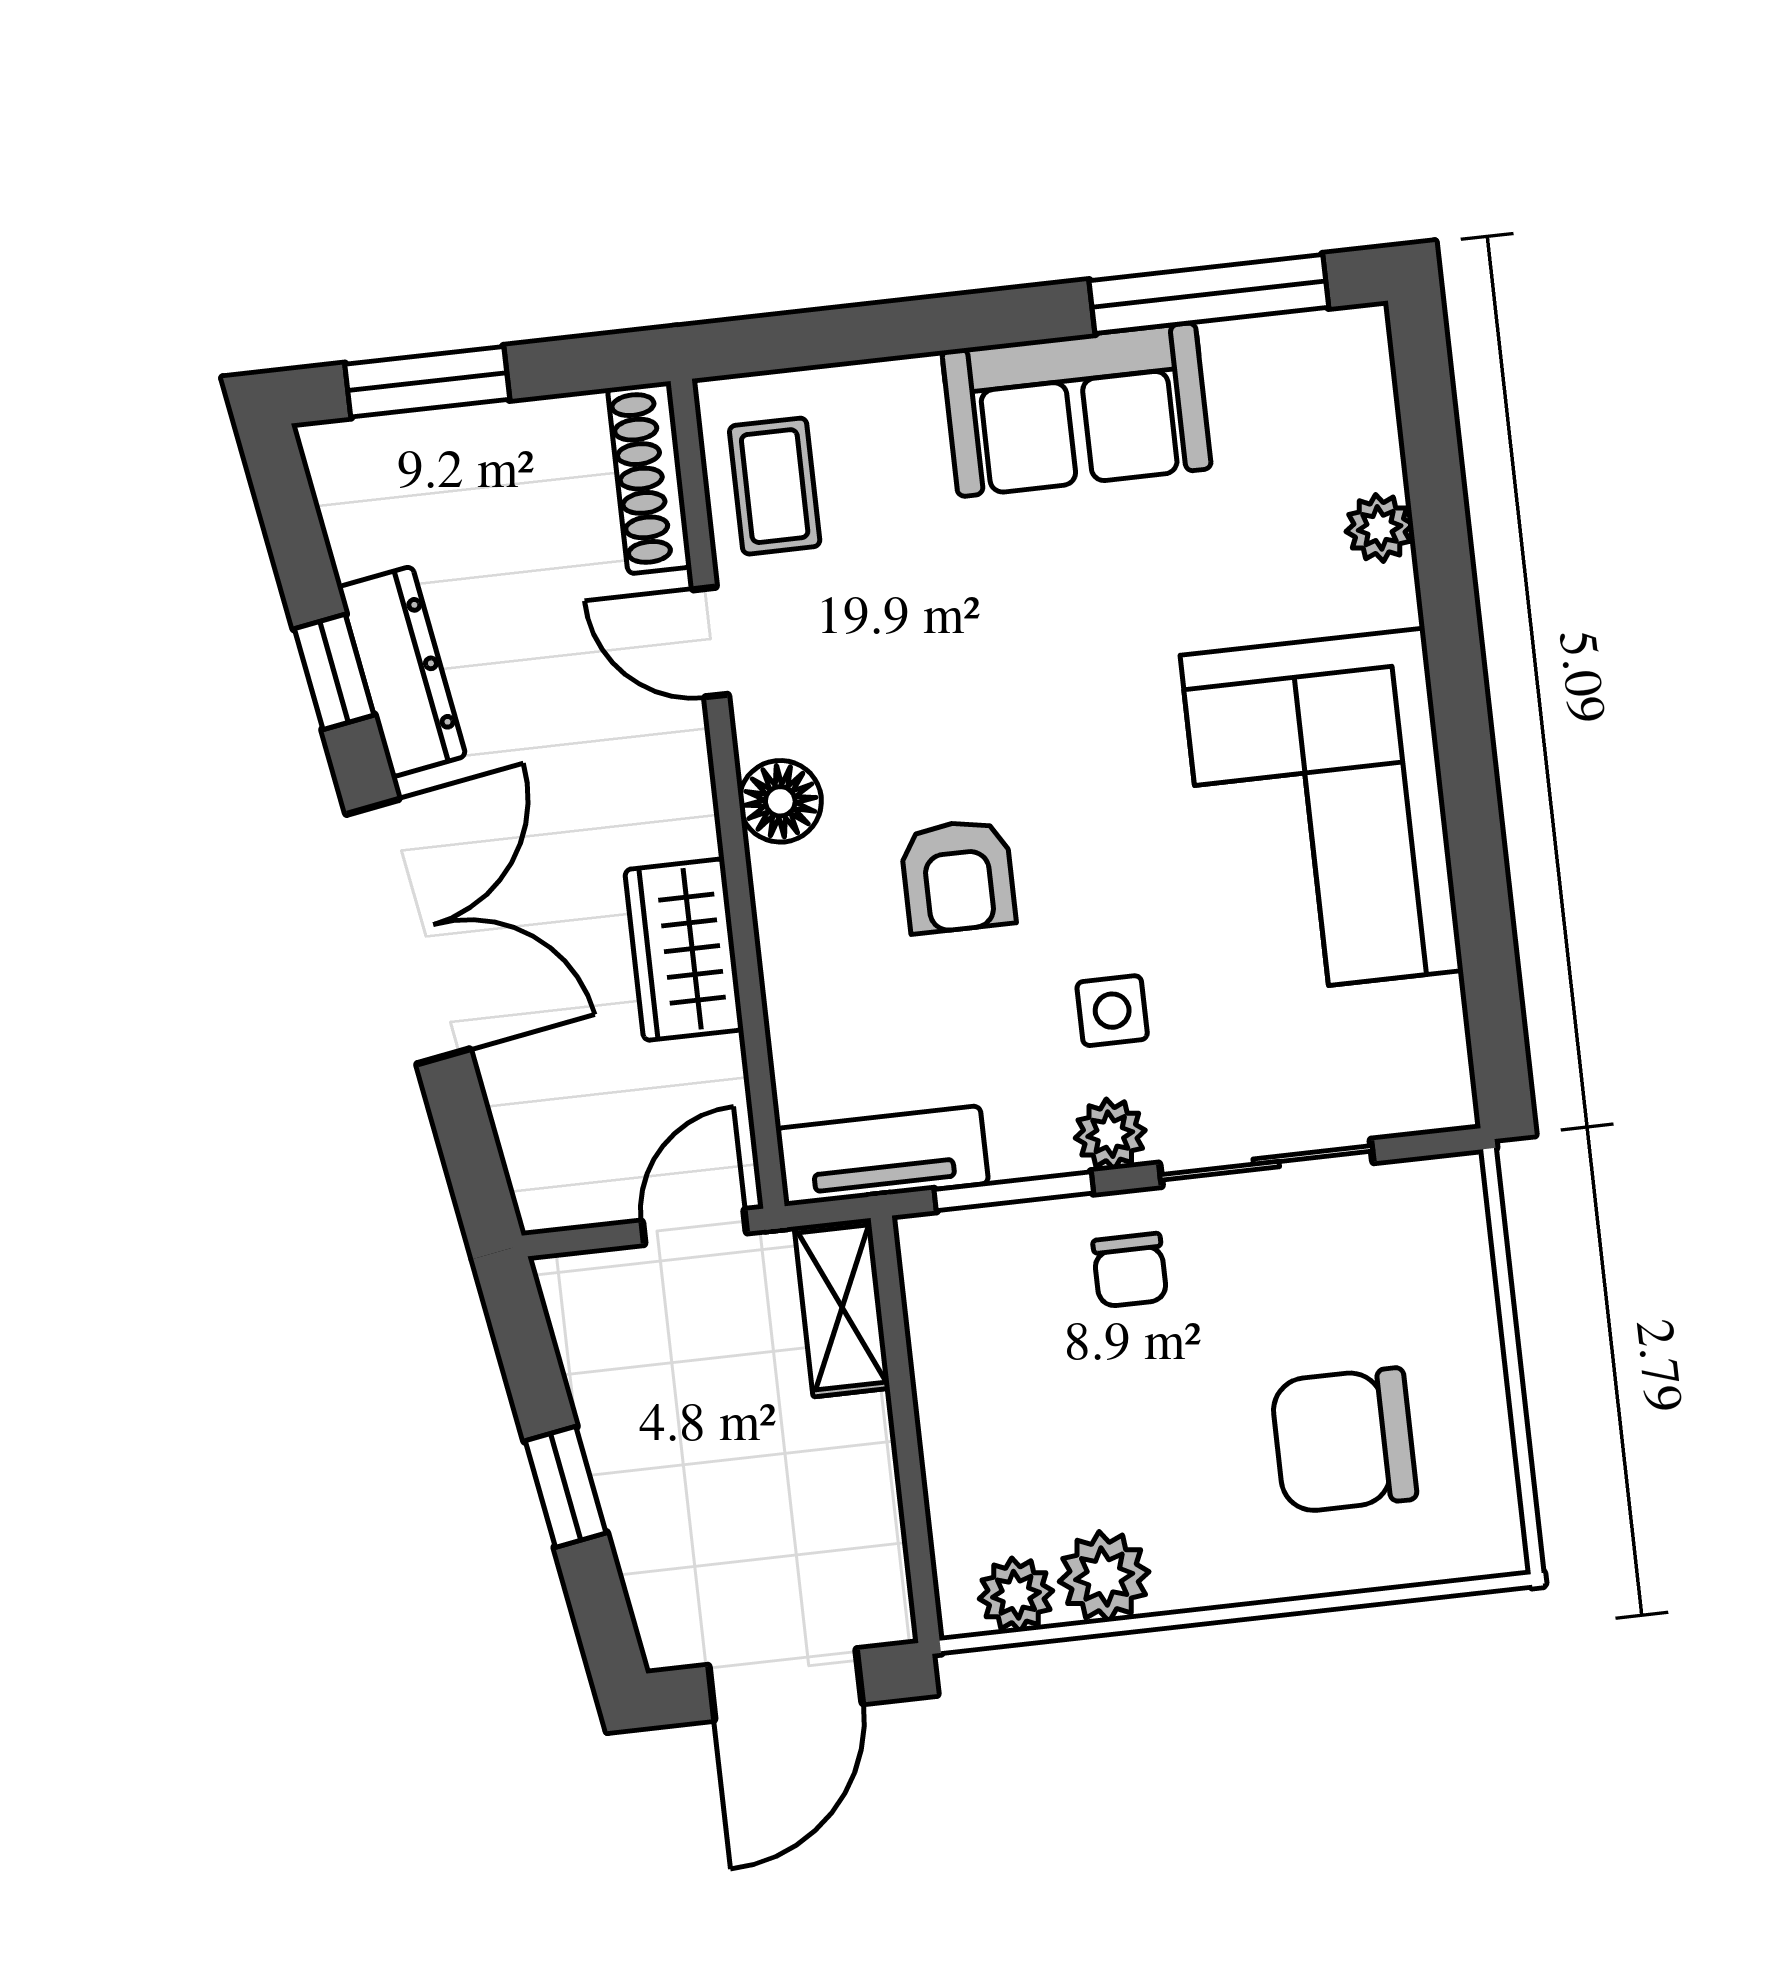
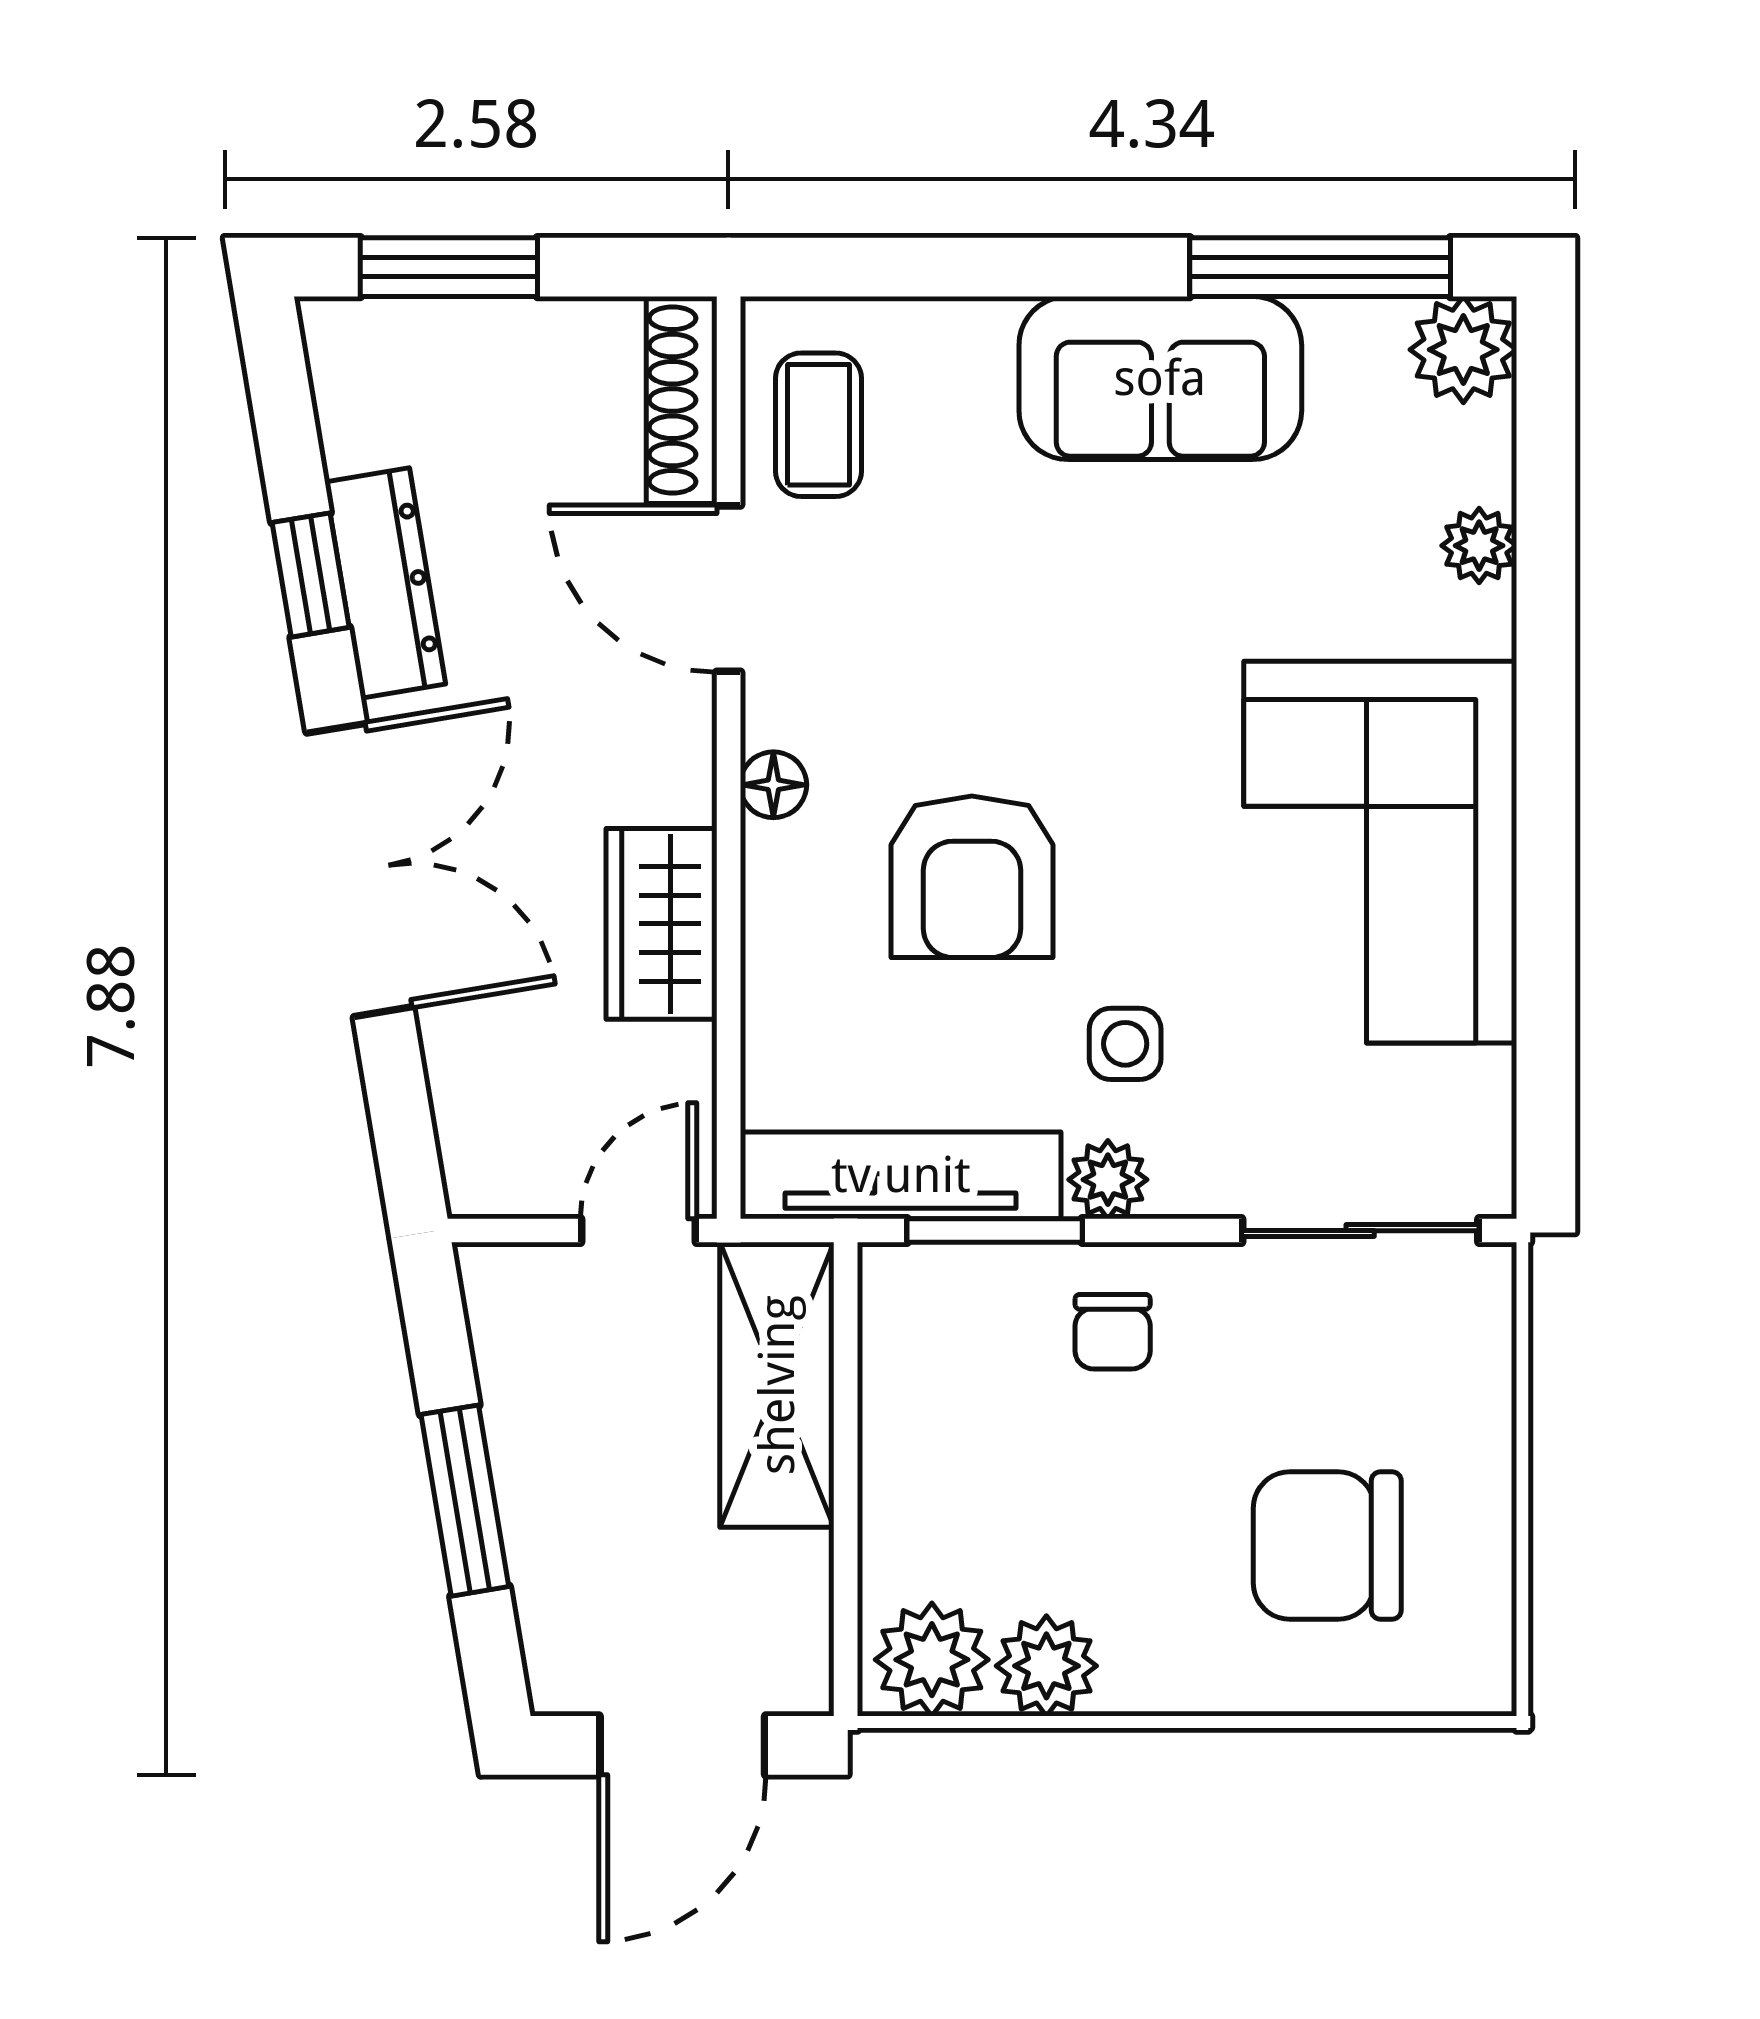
plant: (1346, 354) -> (1463, 350), added
door: (711, 642) -> (729, 589), width x1.38
floor lamp: (780, 801) -> (773, 785), width x0.73, depth x0.73
armchair: (958, 876) -> (972, 877), width x1.38, depth x1.38
tv unit: (882, 1156) -> (901, 1175), width x1.41
sliding door: (1266, 1163) -> (1360, 1231), moved
shelving: (842, 1307) -> (777, 1385), width x1.50, depth x1.33
window: (566, 1487) -> (465, 1501), width x1.50
plant: (1016, 1595) -> (932, 1660), width x1.38, depth x1.38

